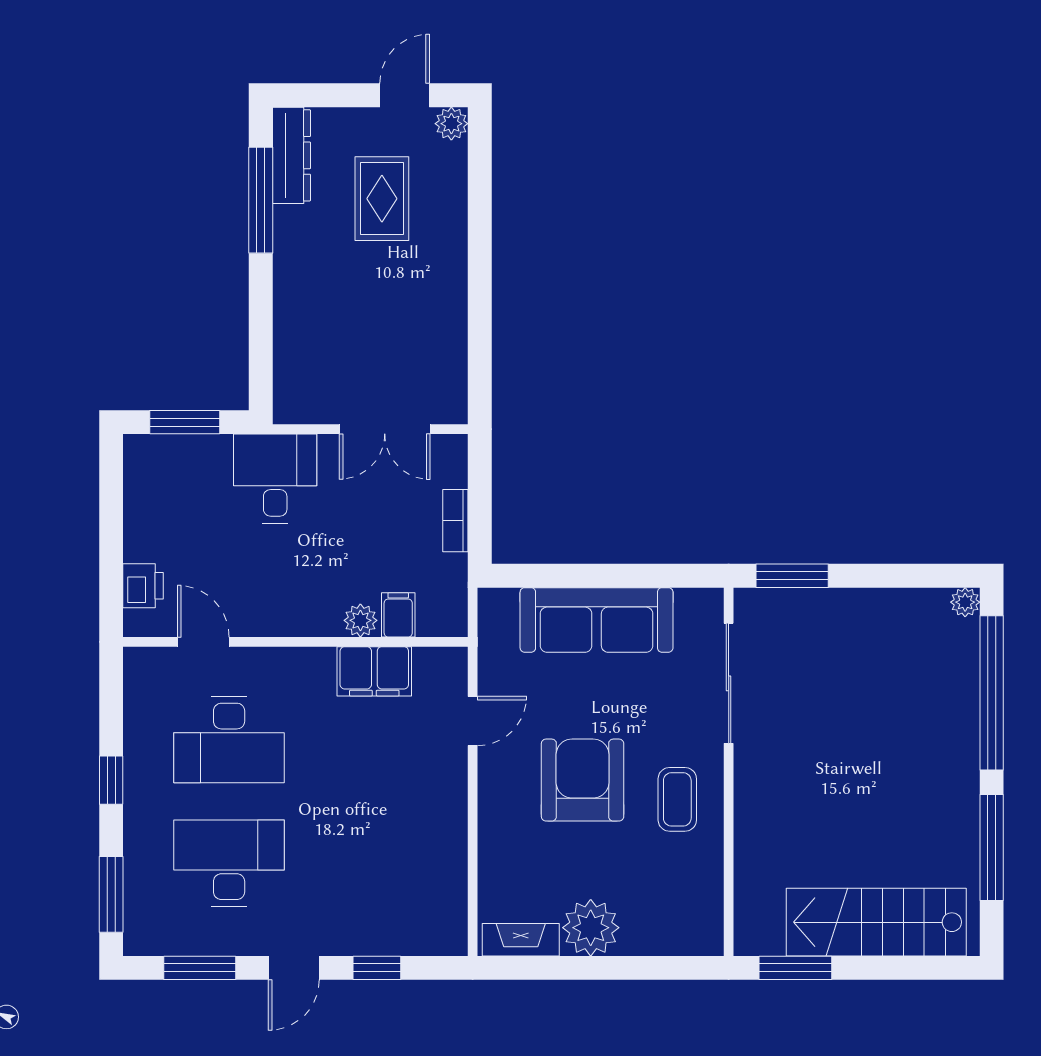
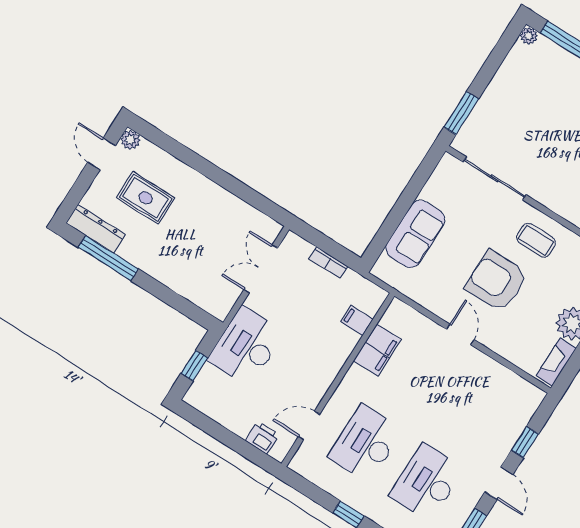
window: (185, 422) -> (194, 366), width x0.67
double door: (385, 429) -> (261, 269), swing flipped
desk: (275, 479) -> (246, 346), width x1.37
plant: (360, 620) -> (348, 341), removed
sofa: (597, 620) -> (415, 234), width x0.73
door: (473, 721) -> (460, 334), moved
desk: (229, 739) -> (365, 443), turned 180

